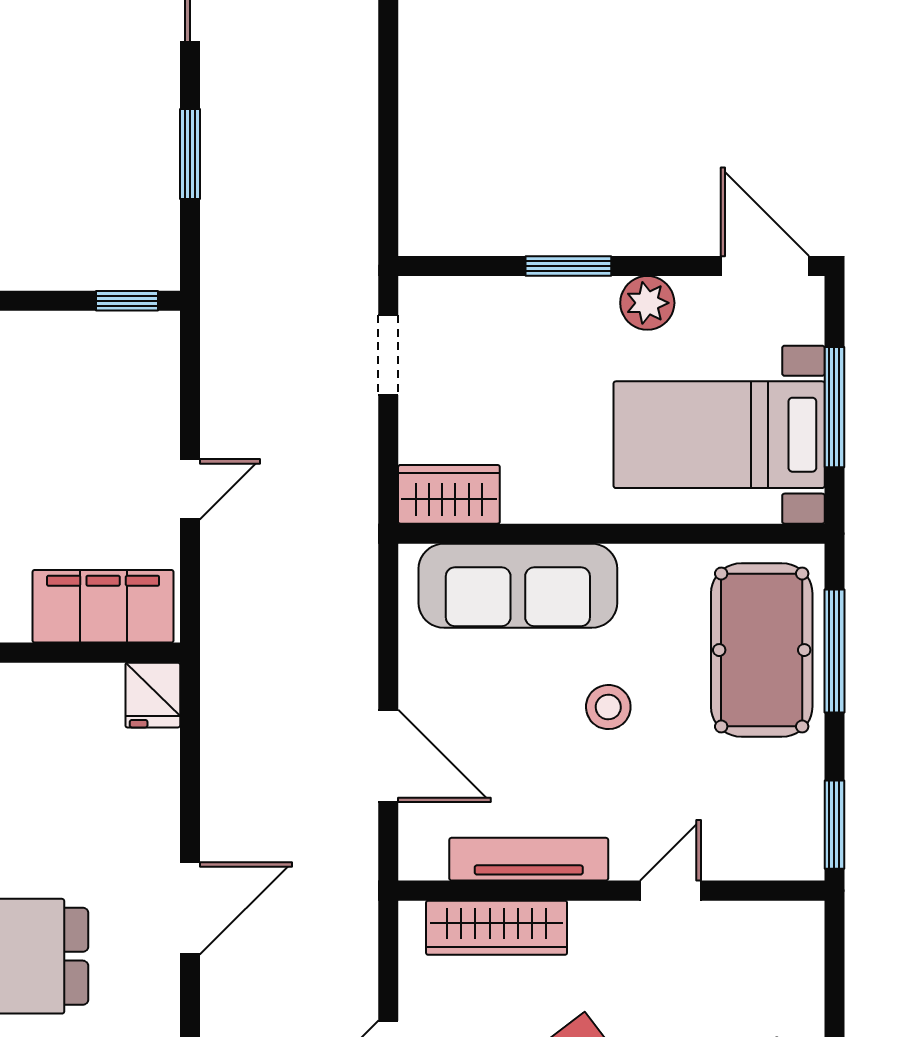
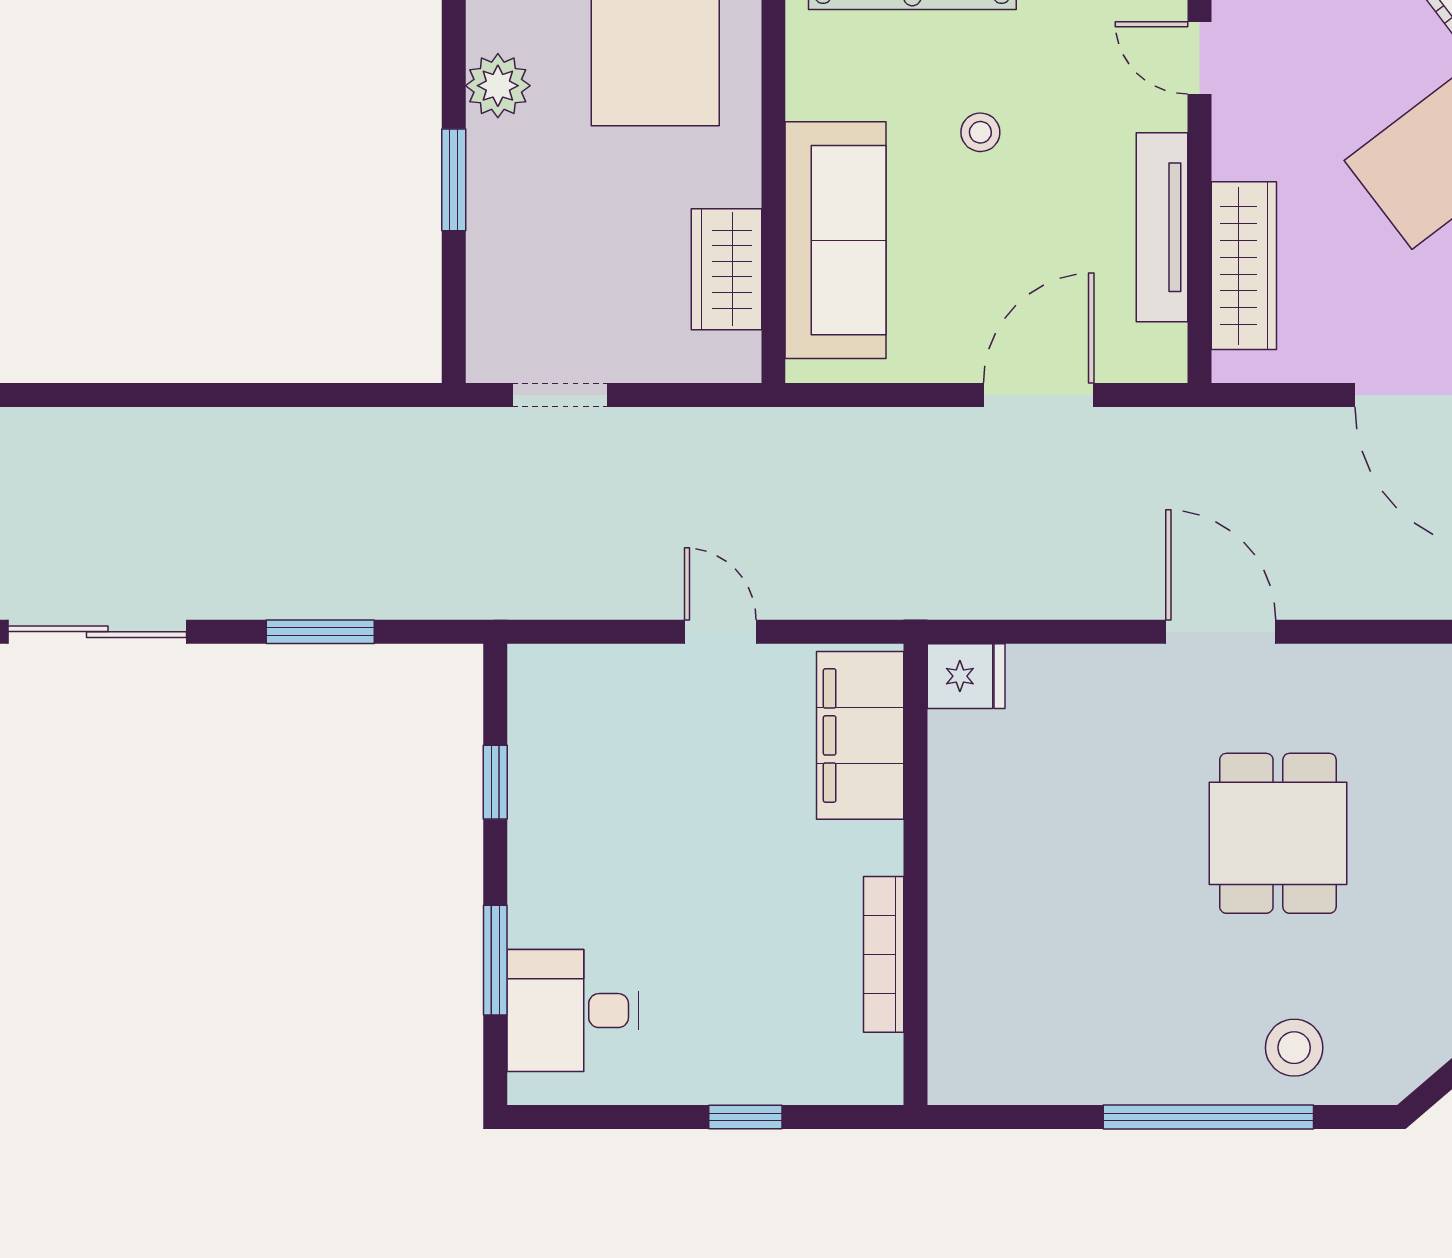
window: (127, 301) -> (495, 782), moved
wardrobe: (449, 494) -> (726, 269), moved
stool: (608, 707) -> (980, 132), width x0.73, depth x0.73

